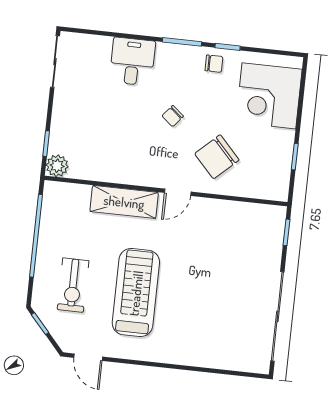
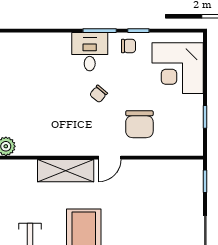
desk: (132, 61) -> (90, 52), moved
chair: (217, 157) -> (139, 124), turned -47

